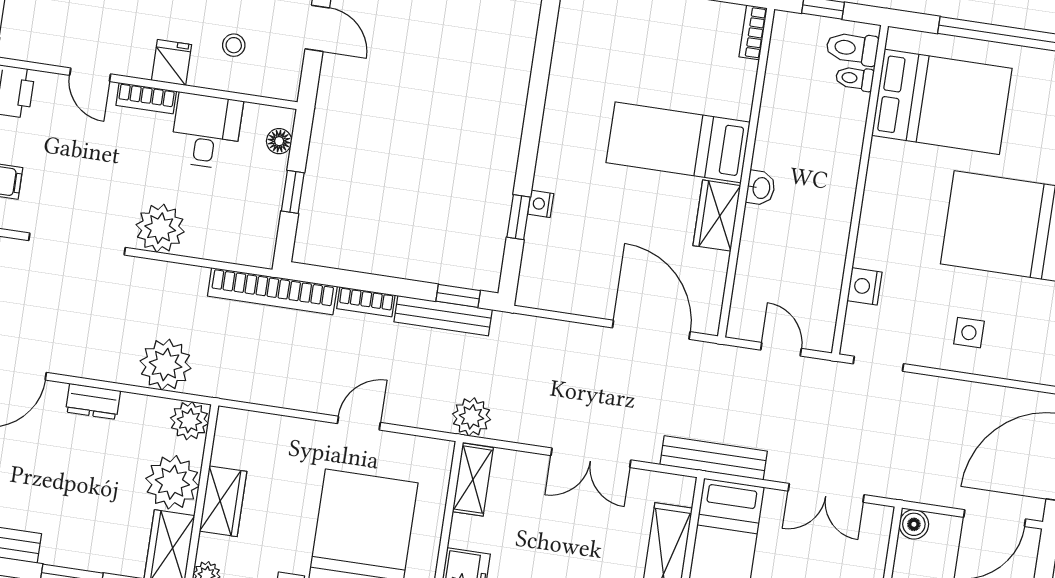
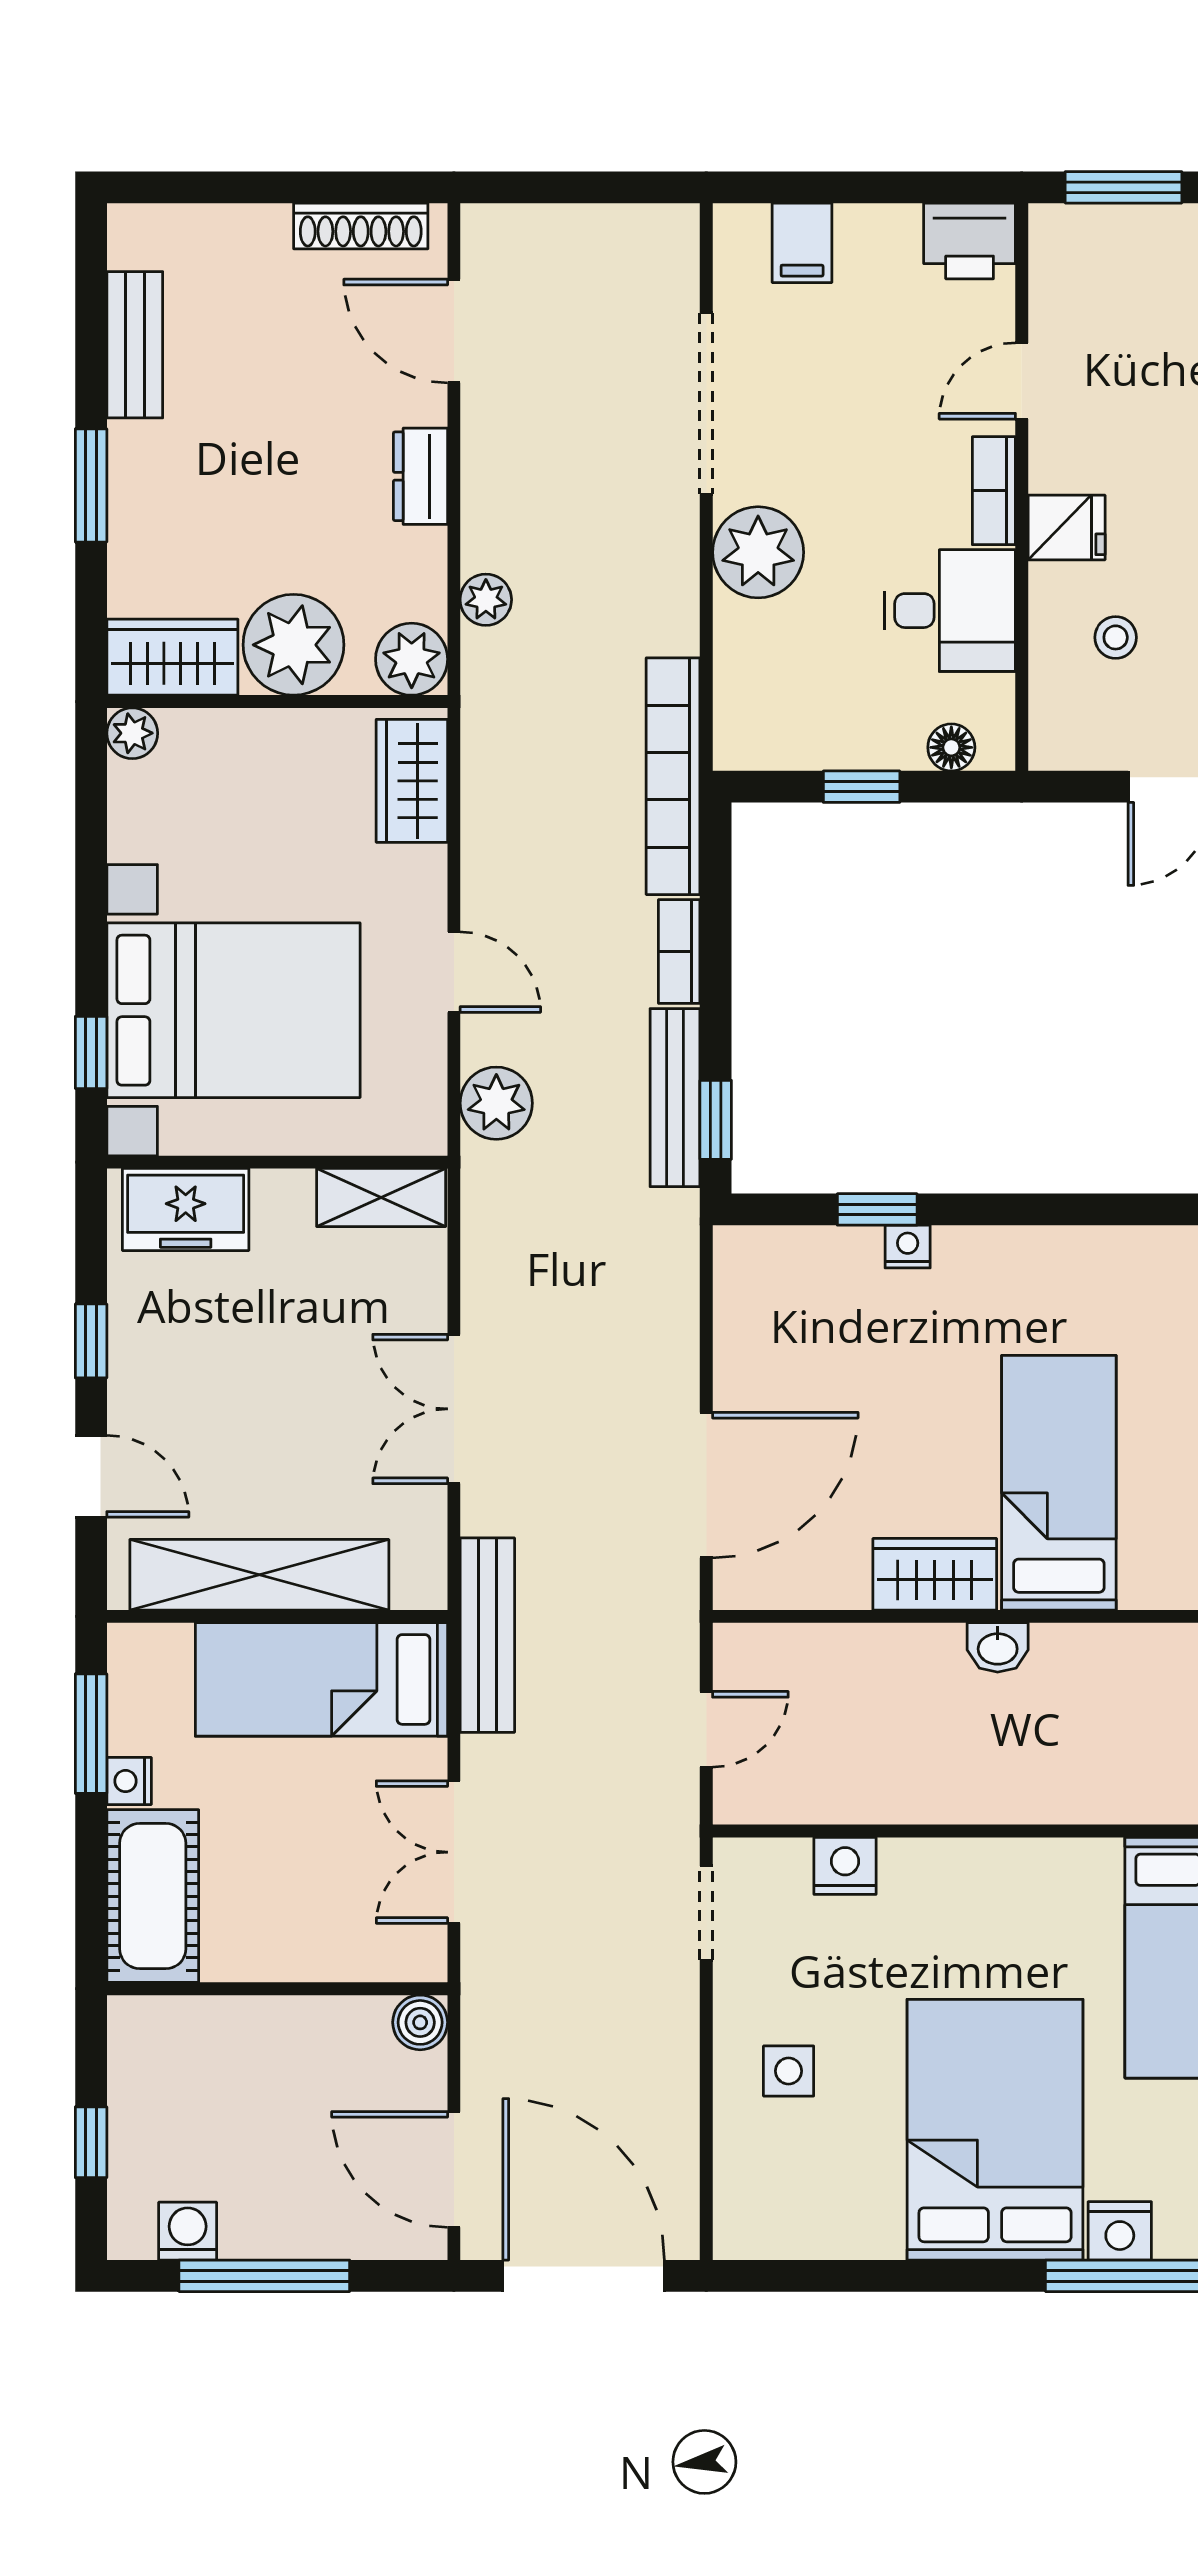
plant: (166, 365) -> (486, 600), width x0.53, depth x0.53
plant: (472, 417) -> (496, 1103), moved
wardrobe: (223, 501) -> (412, 781), moved, turned 90

